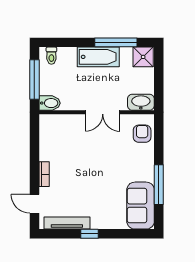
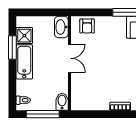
window: (116, 42) -> (12, 47), width x0.69
shower: (143, 57) -> (24, 36), moved
armchair: (142, 134) -> (87, 26), turned -90

